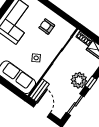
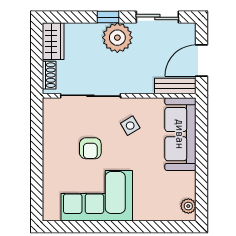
armchair: (47, 26) -> (90, 148), moved

